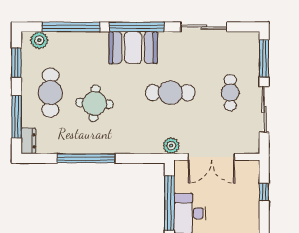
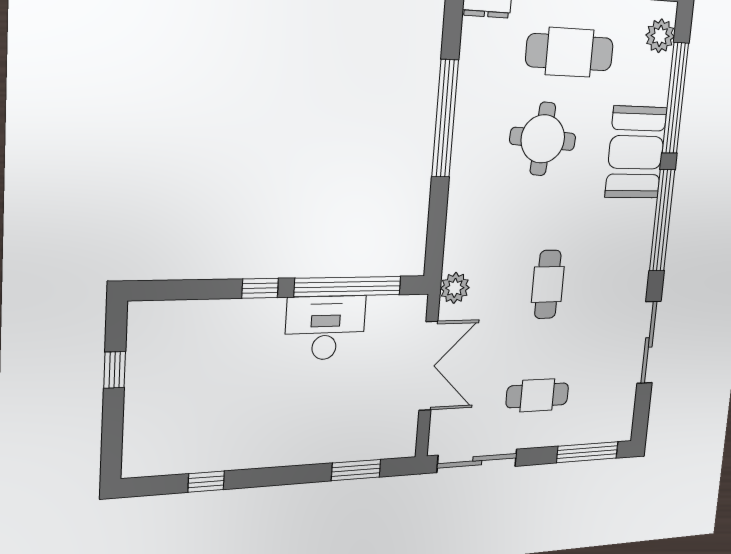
booth: (133, 48) -> (636, 152), moved
cafe table: (170, 93) -> (548, 284), width x0.73, depth x0.74
sliding door: (264, 109) -> (477, 461), moved
double door: (211, 157) -> (428, 366), swing flipped
window: (264, 192) -> (356, 470), width x1.50

